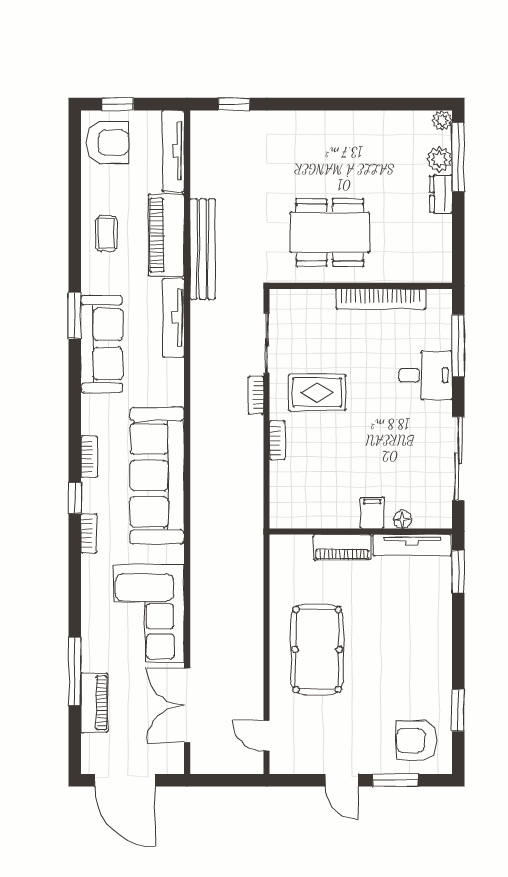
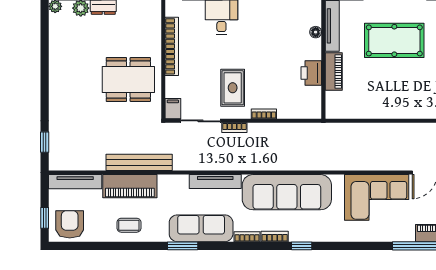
dining table: (330, 232) -> (128, 79), turned 90
tv unit: (173, 318) -> (215, 181), moved
printer: (340, 513) -> (311, 73), added
filing cabinet: (372, 513) -> (173, 109), moved, turned 90
bookcase: (89, 533) -> (247, 237), moved
pool table: (317, 649) -> (394, 40), moved

